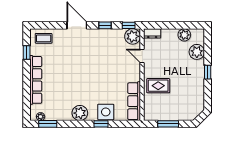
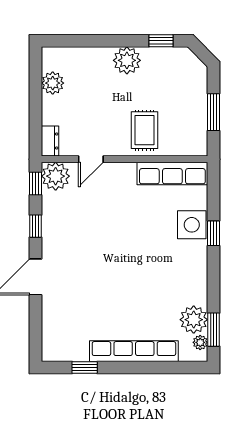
coffee table: (44, 38) -> (59, 337), removed
plant: (197, 52) -> (127, 60), moved
window: (208, 72) -> (161, 41), moved
plant: (80, 113) -> (194, 320), moved

